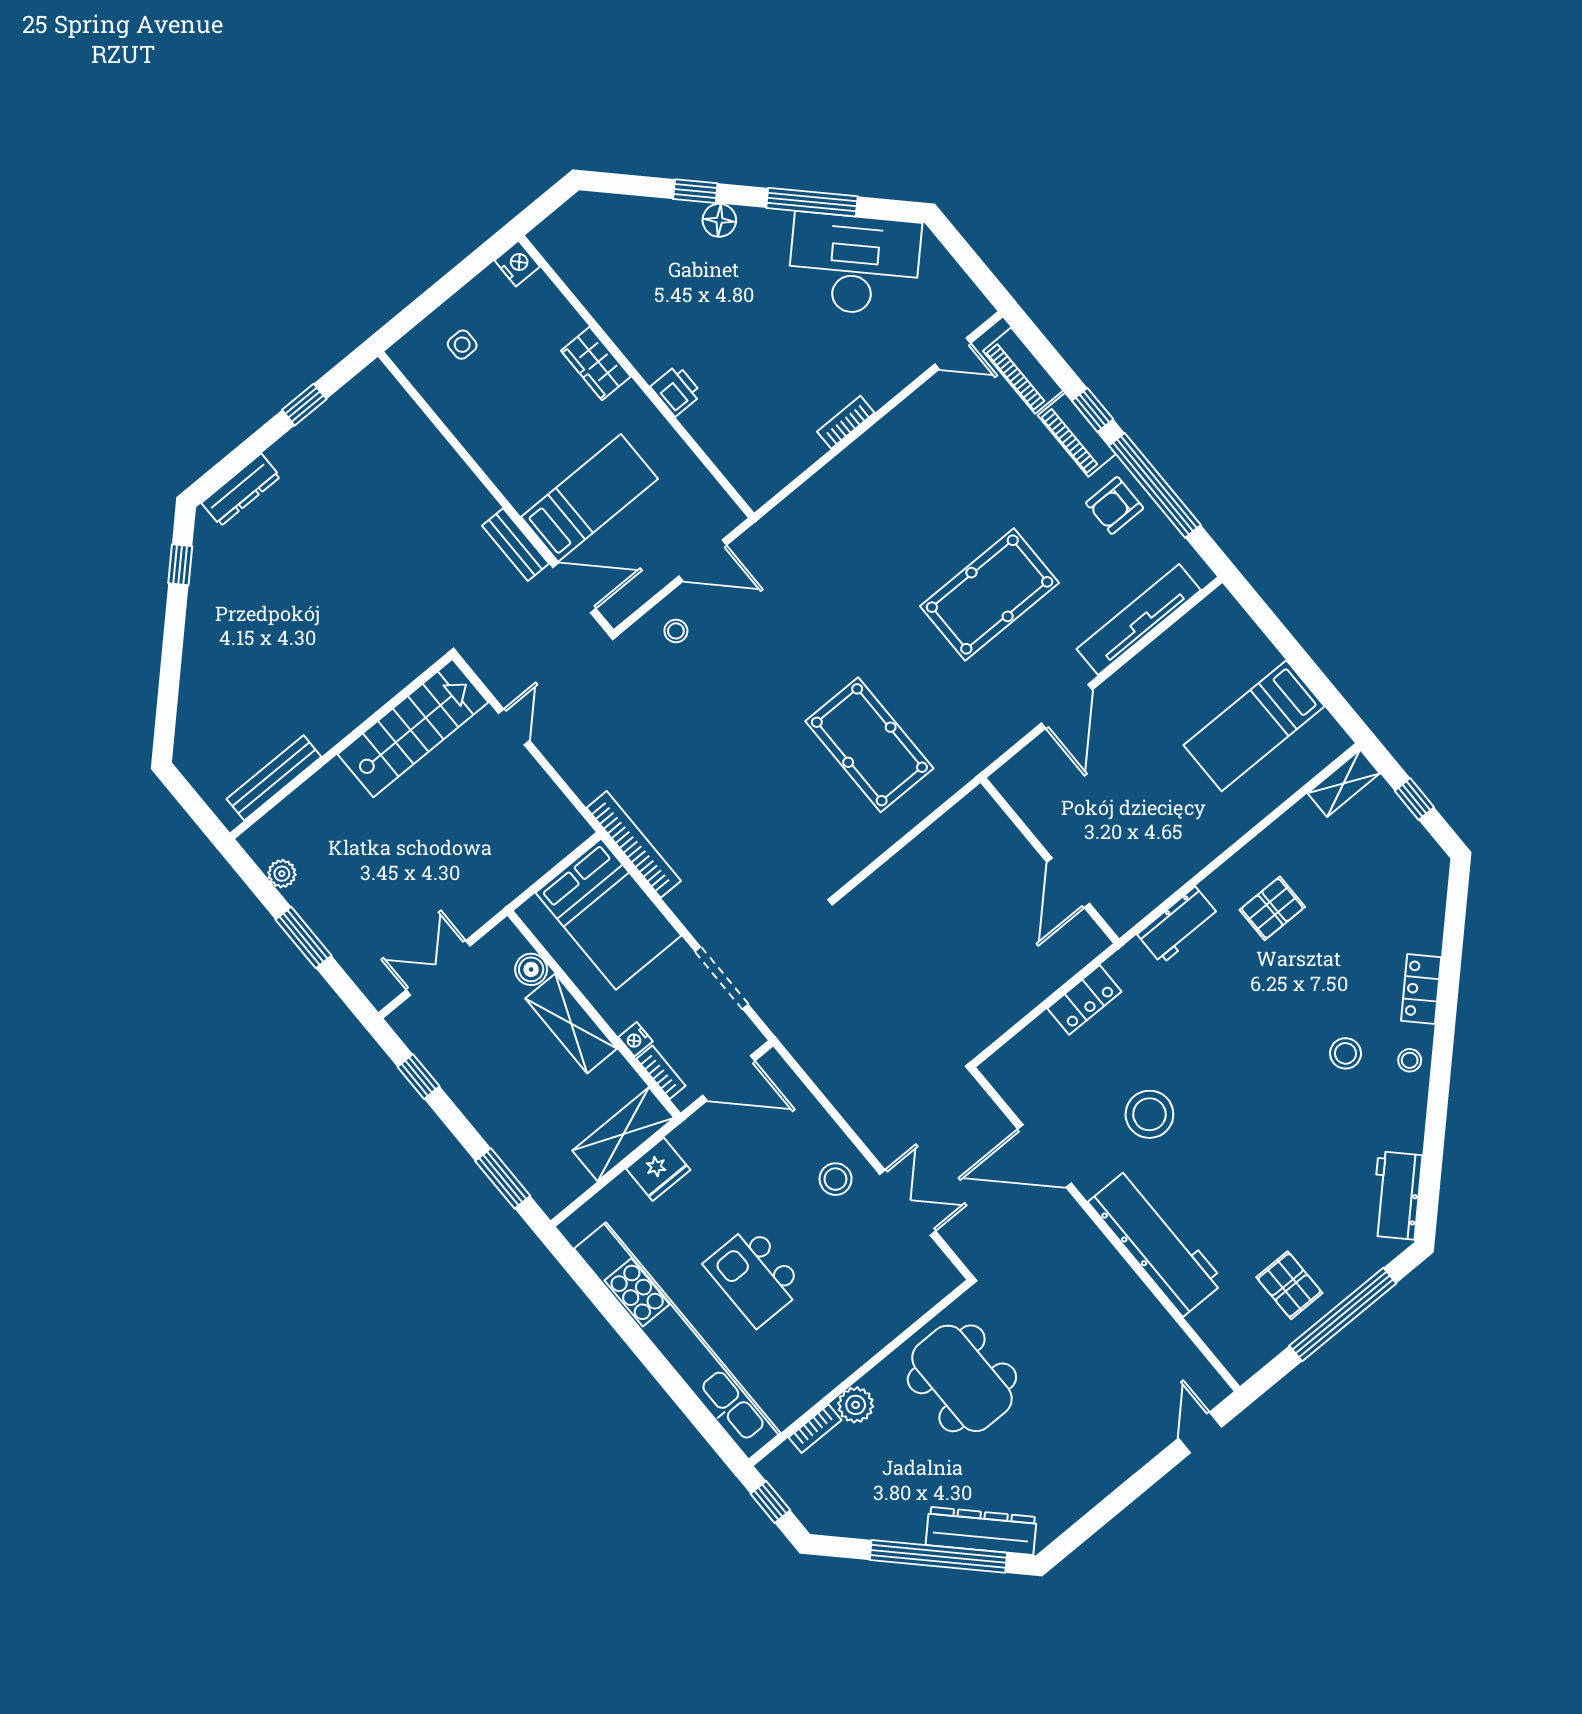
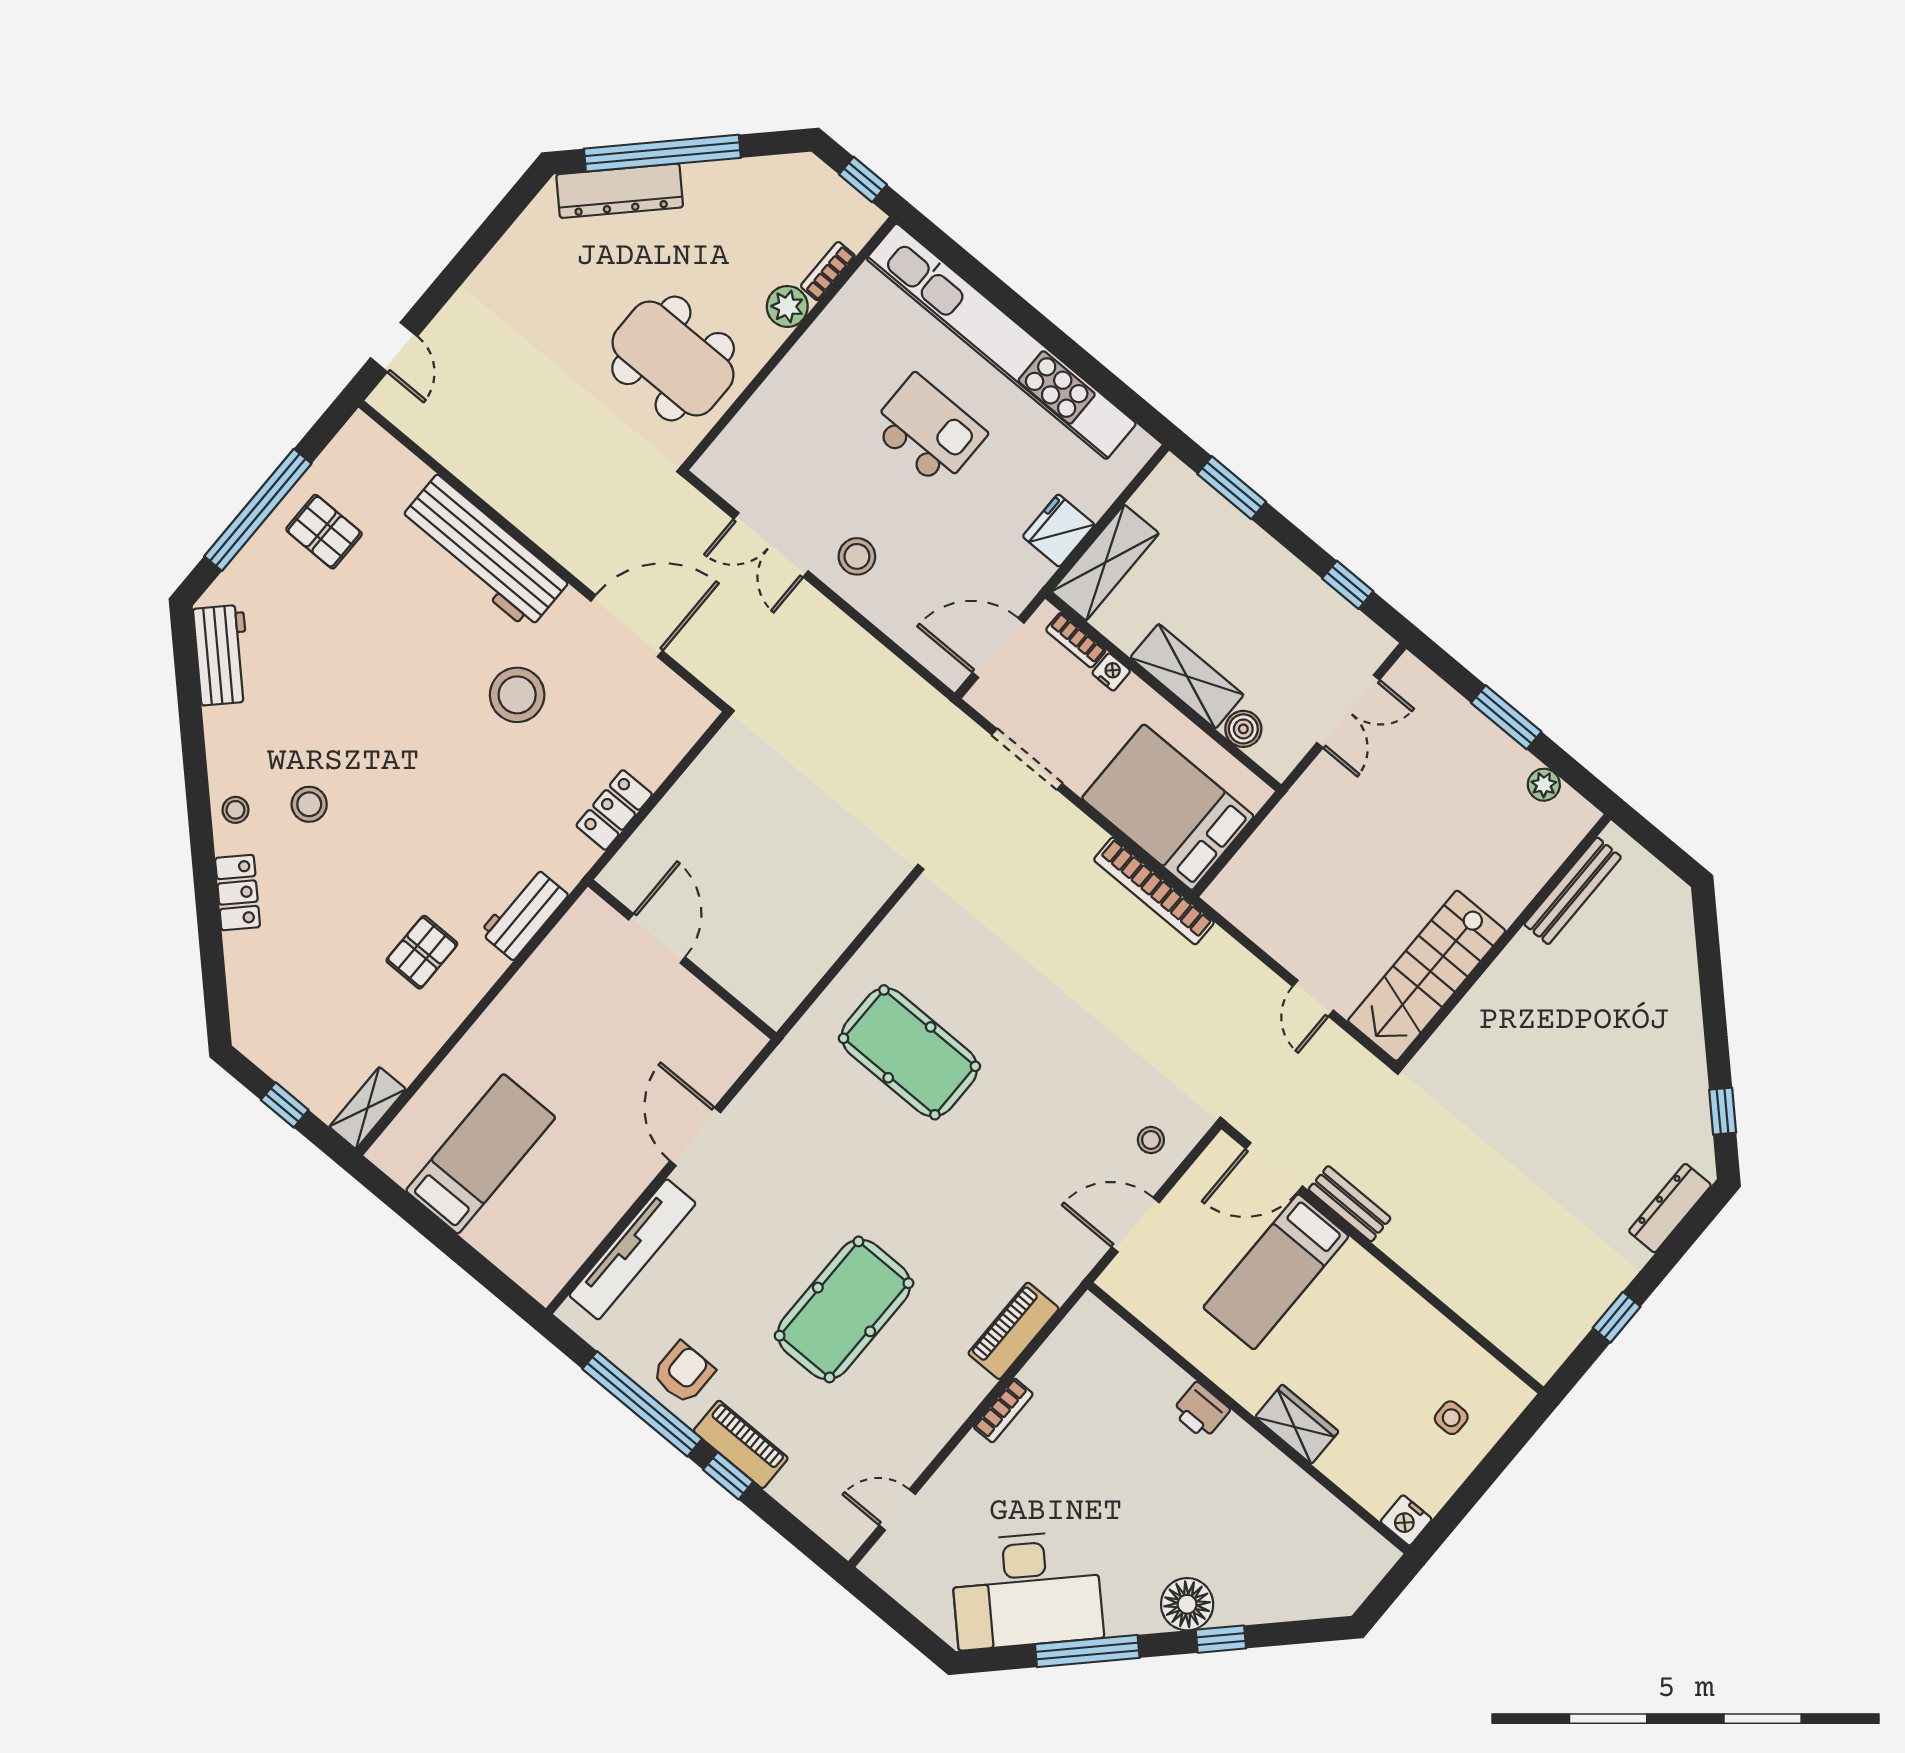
floor lamp: (719, 220) -> (1187, 1604), width x1.38, depth x1.38
piano: (1023, 371) -> (1013, 1331), moved, turned -90
pool table: (990, 595) -> (844, 1309), moved

